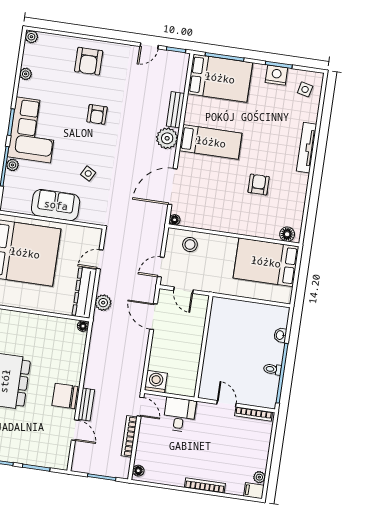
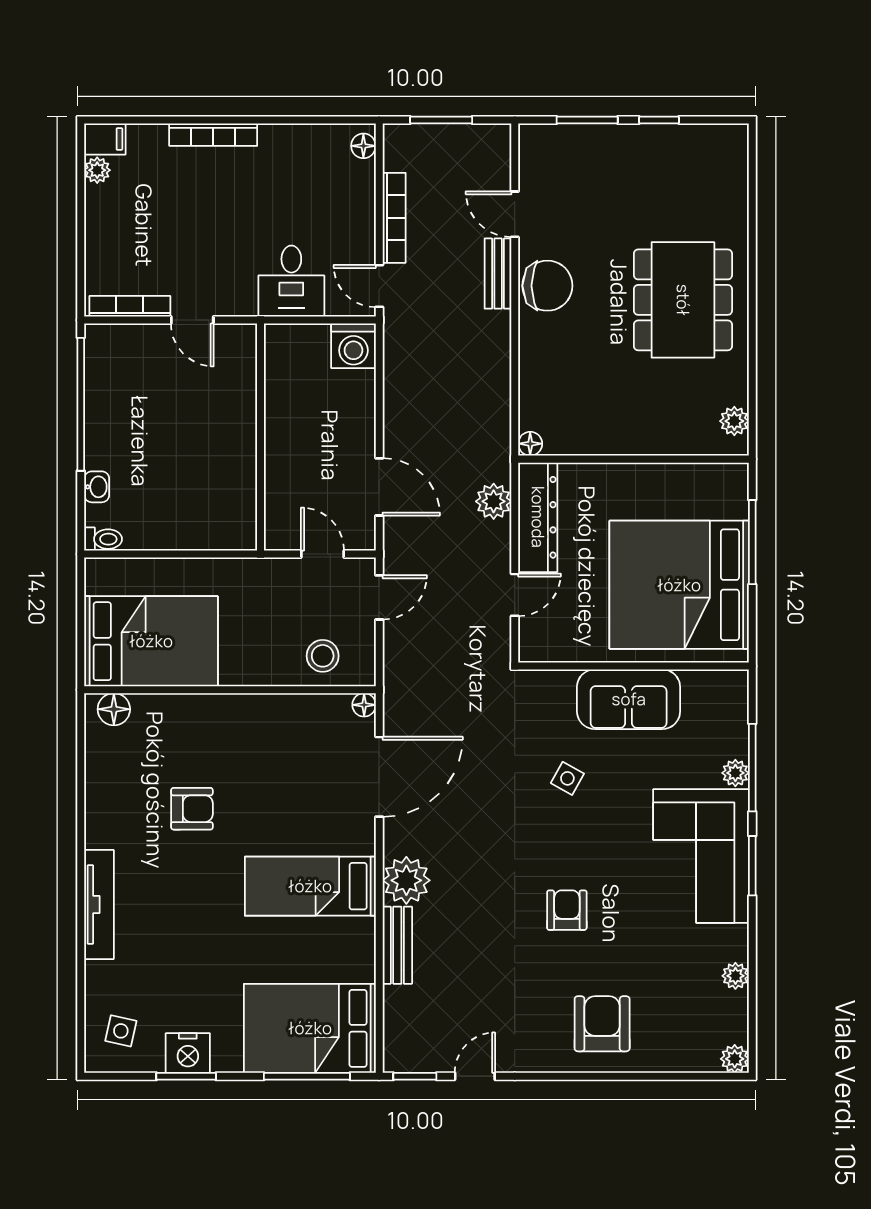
armchair: (259, 184) -> (192, 809), turned -90
toilet: (272, 369) -> (103, 539), moved

